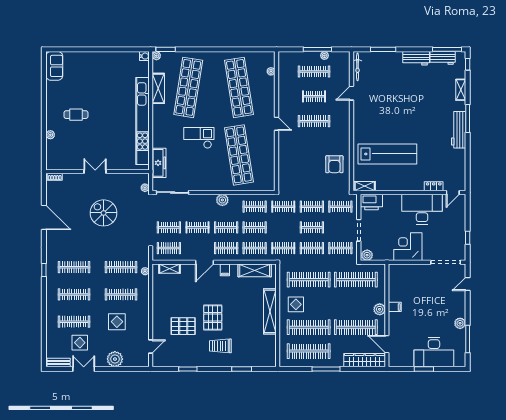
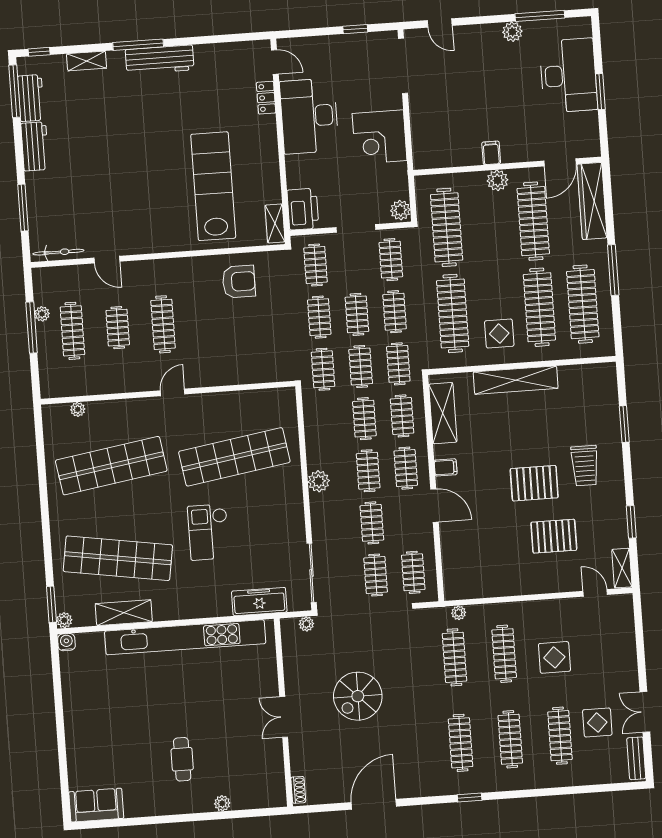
clothes rail: (255, 207) -> (361, 367), moved
shelving: (170, 269) -> (622, 568), moved
pallet: (183, 326) -> (554, 536), turned 90
plant: (115, 359) -> (623, 656), removed

